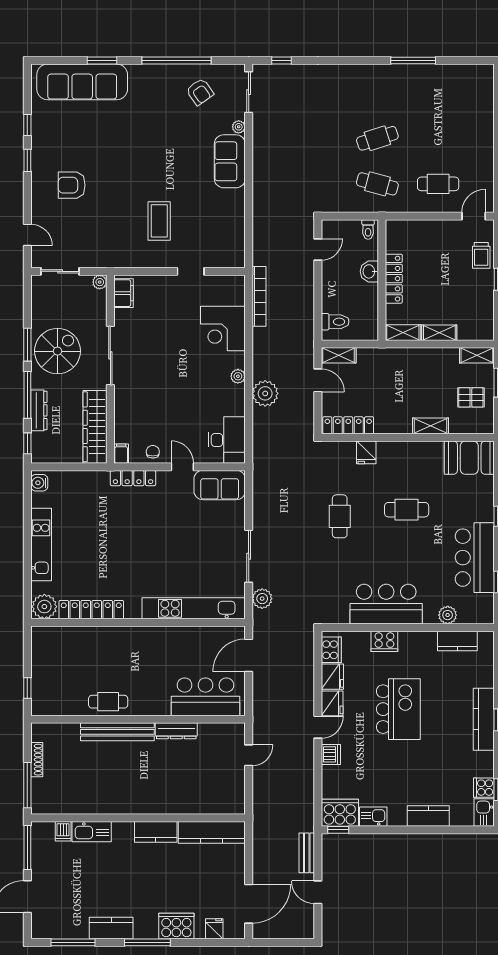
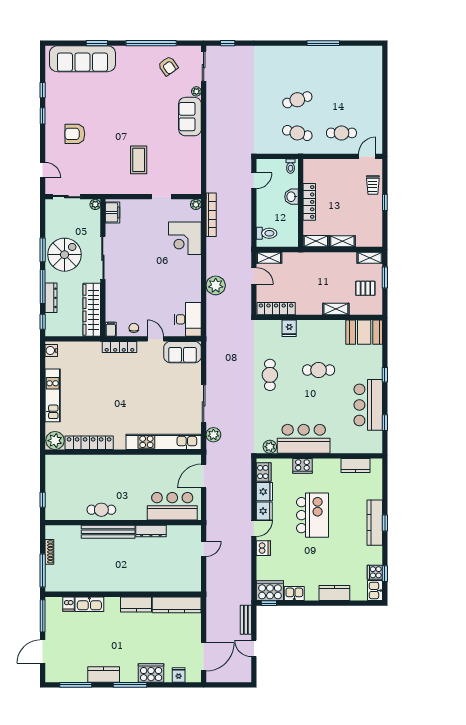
plant: (238, 376) -> (196, 204), moved
plant: (448, 615) -> (270, 447), moved

